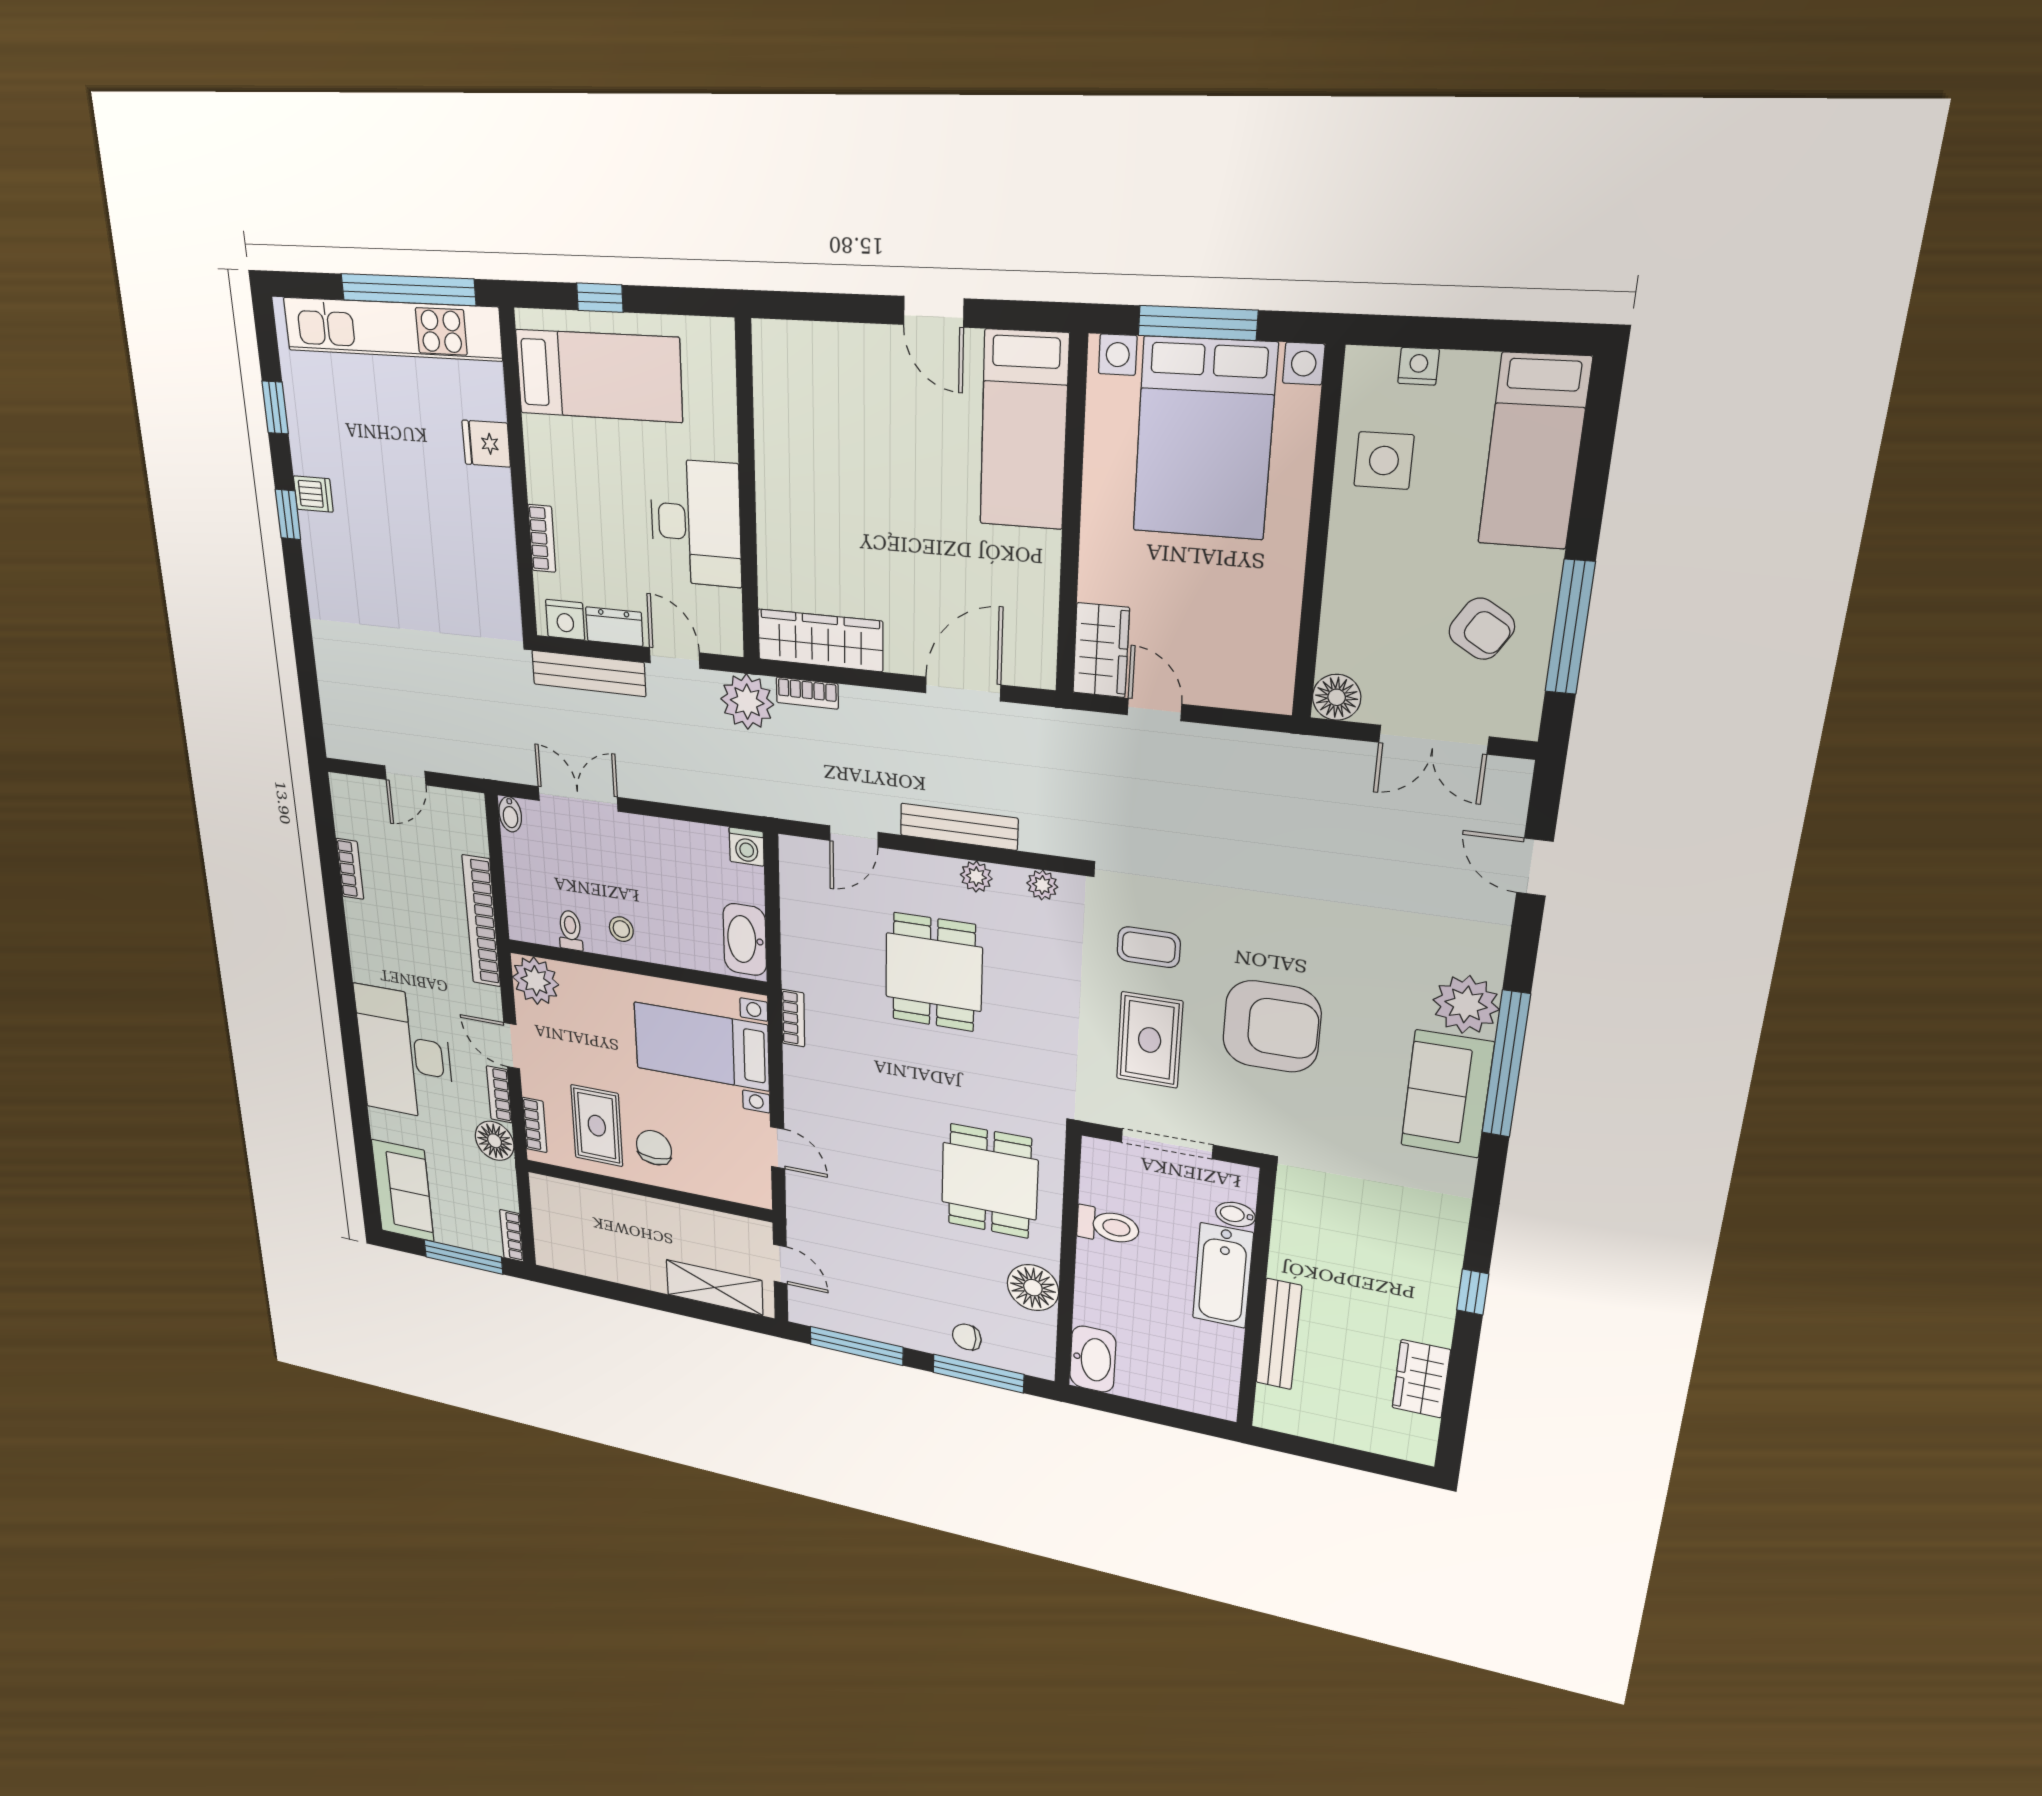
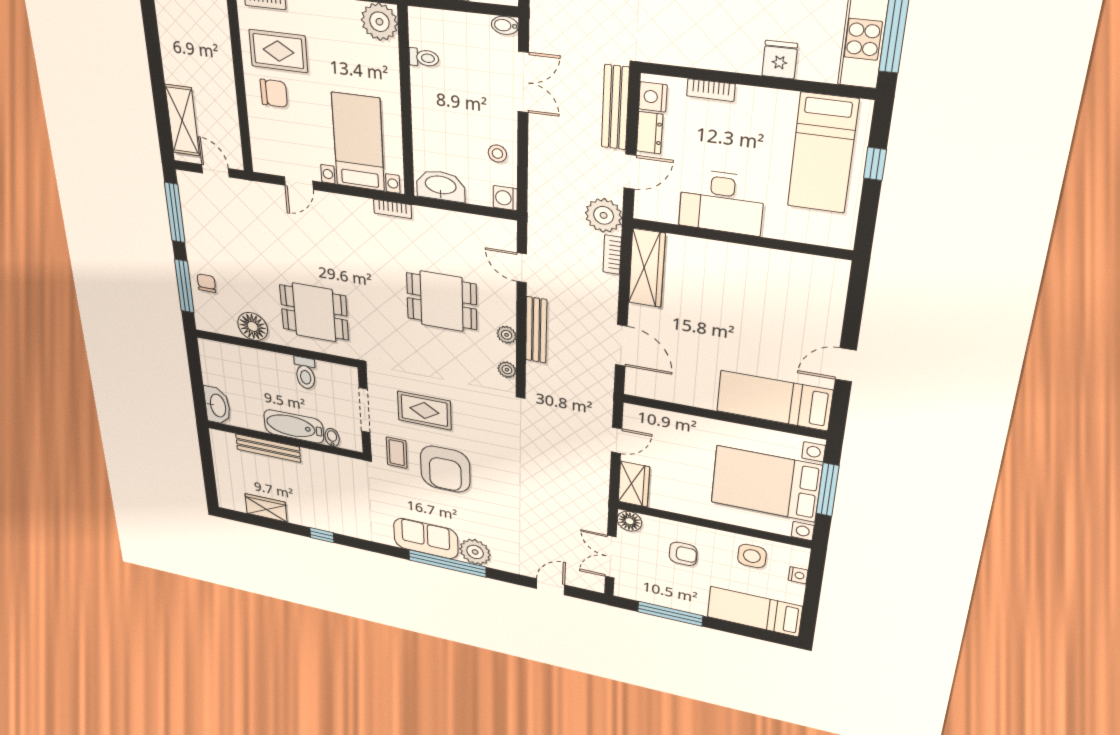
armchair: (1482, 629) -> (683, 554), moved, turned -121
wardrobe: (1101, 650) -> (634, 484), moved, turned -90
stool: (621, 929) -> (497, 154), moved
coffee table: (1149, 947) -> (397, 453), moved
door: (780, 1264) -> (215, 171), swing flipped
washbasin: (1093, 1359) -> (217, 405), moved, turned -90

